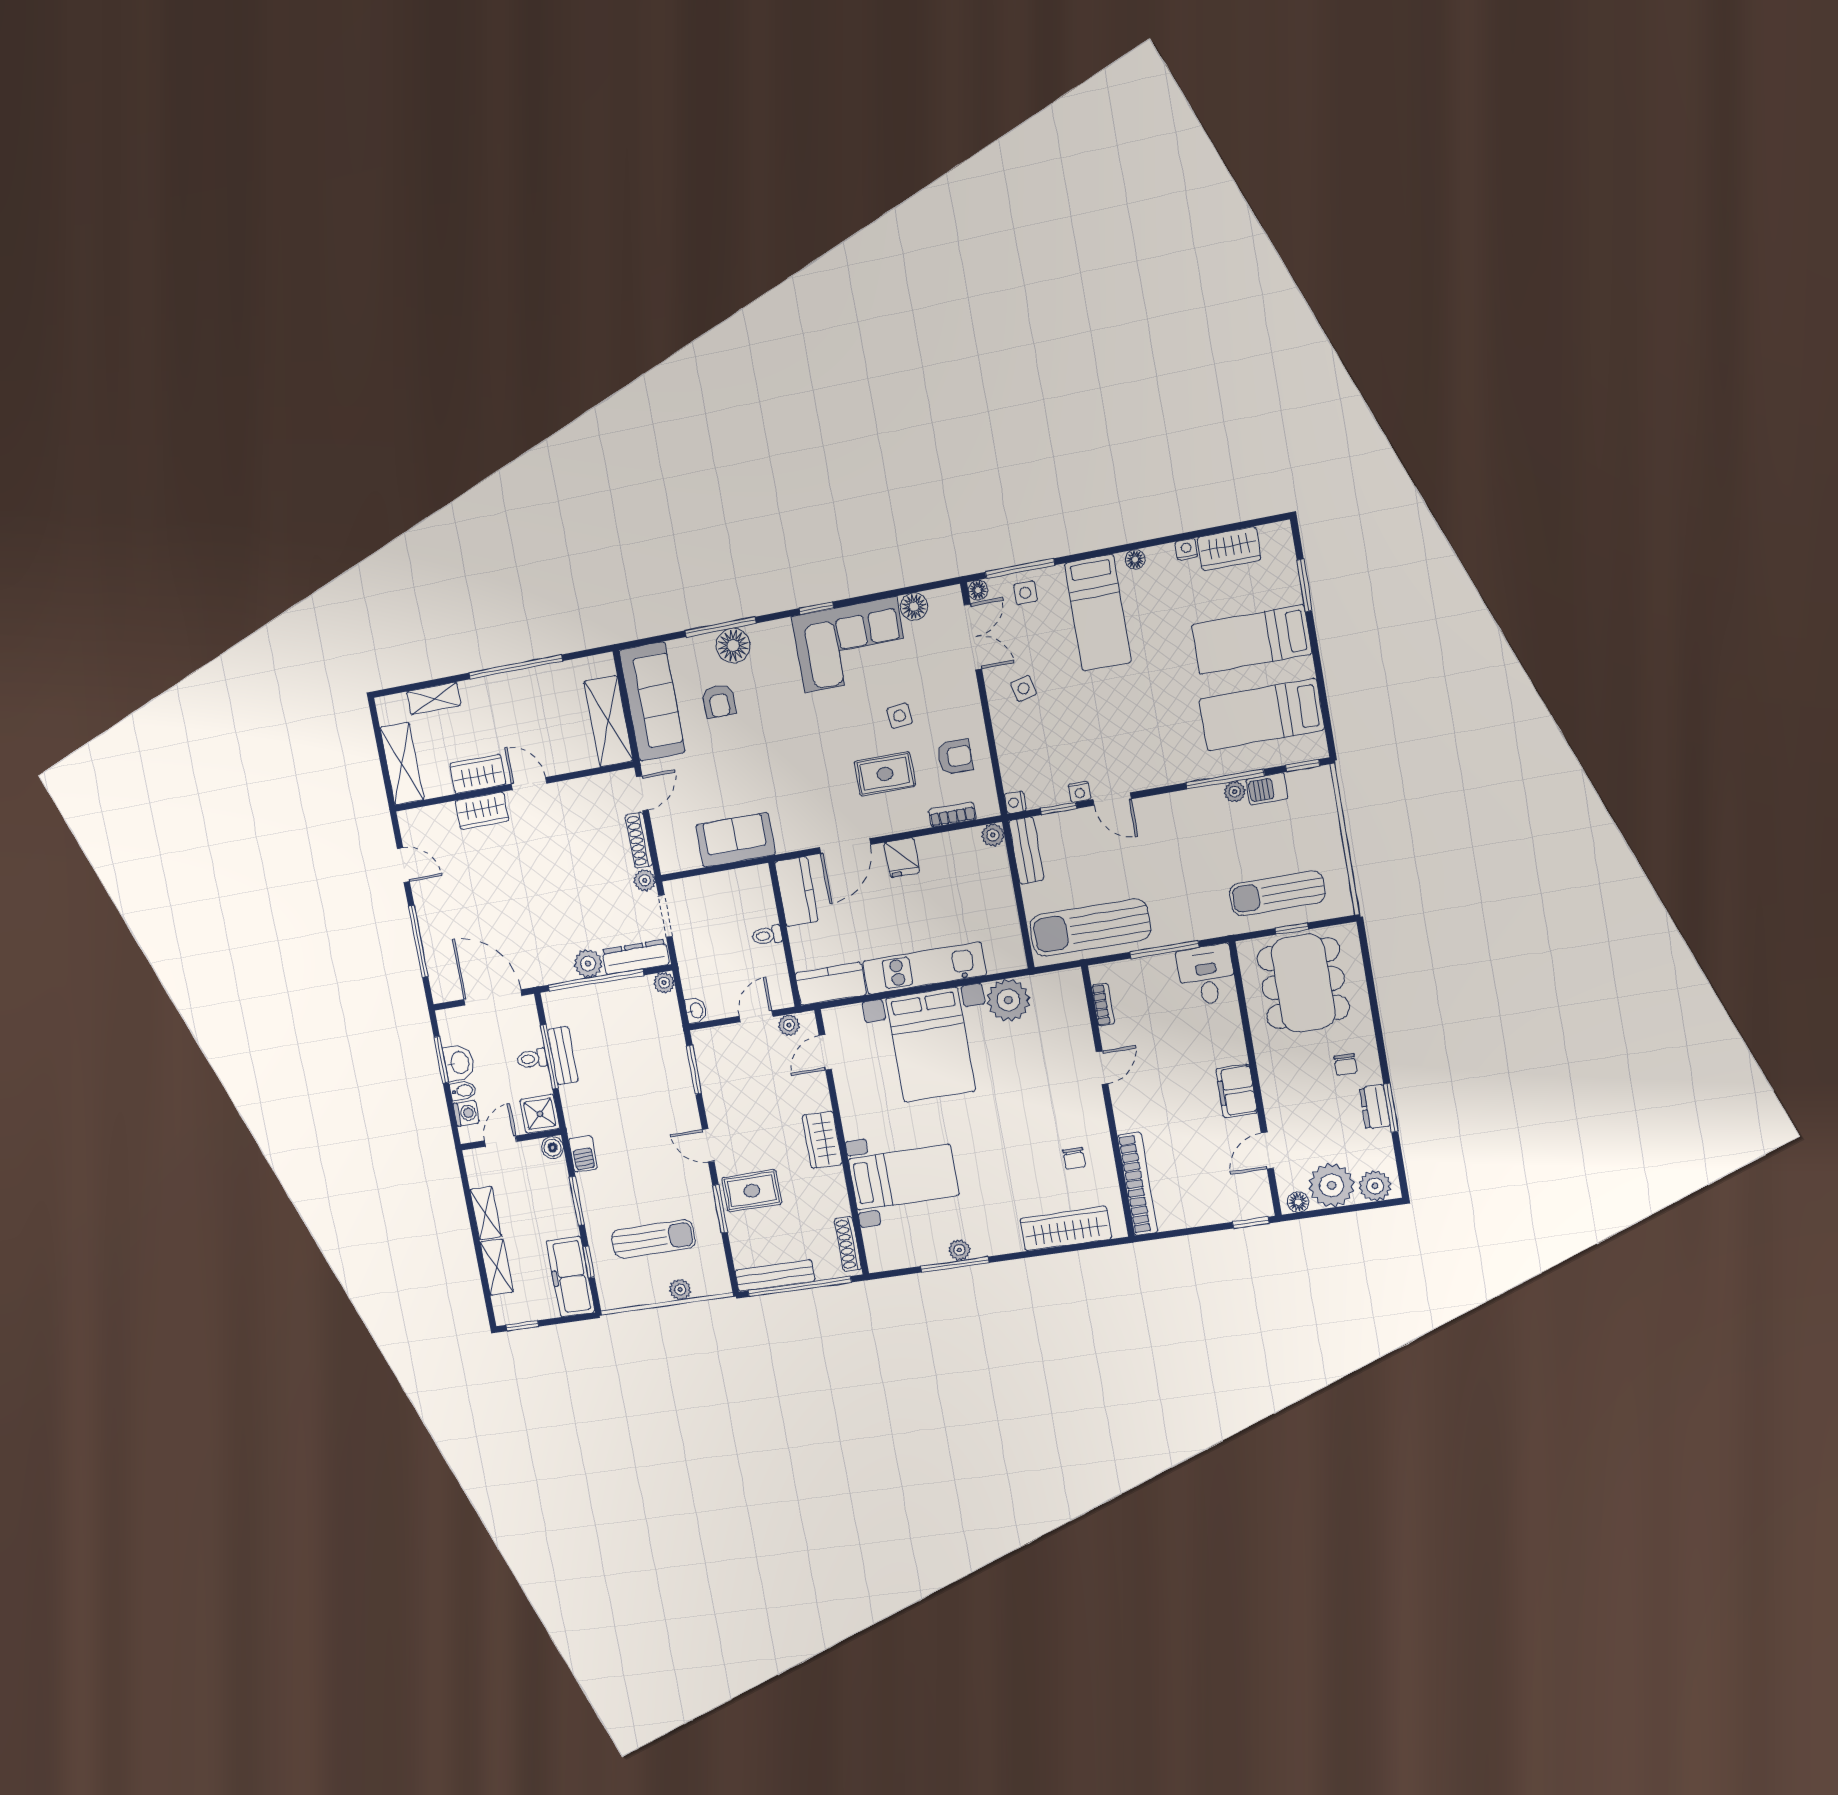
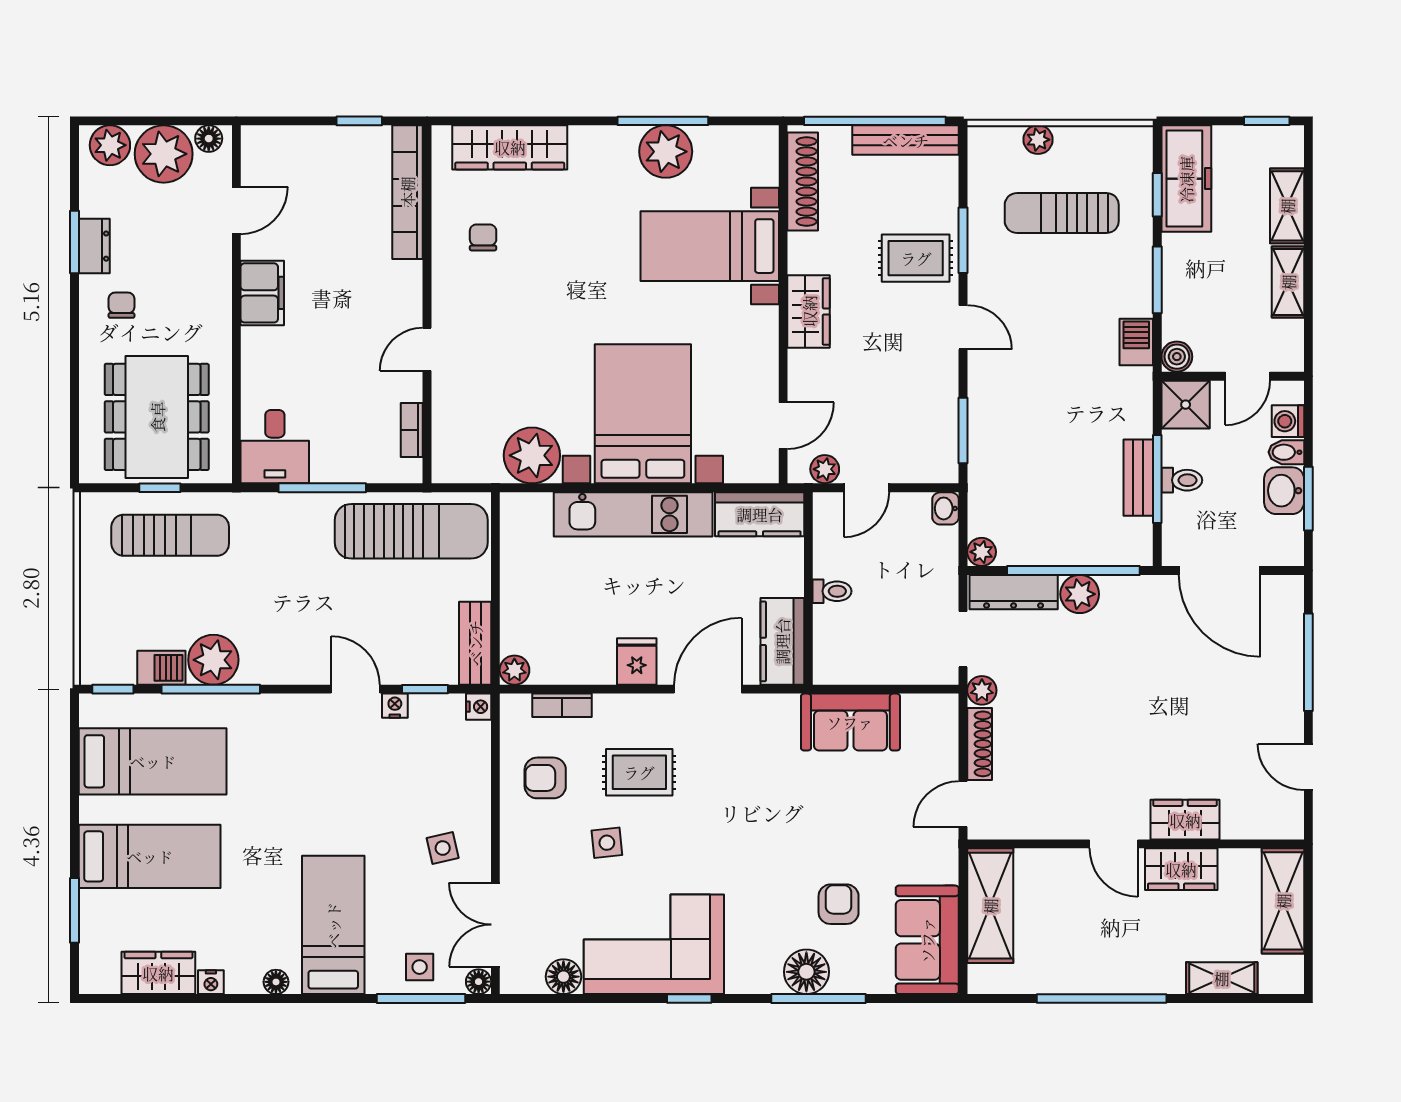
sofa: (652, 701) -> (927, 940), width x0.73
plant: (1235, 792) -> (213, 660), width x1.88, depth x1.88
window: (1251, 1223) -> (359, 121), moved
shoe rack: (848, 1244) -> (803, 181), width x1.36, depth x1.24
plant: (959, 1250) -> (666, 152), width x1.88, depth x1.88

